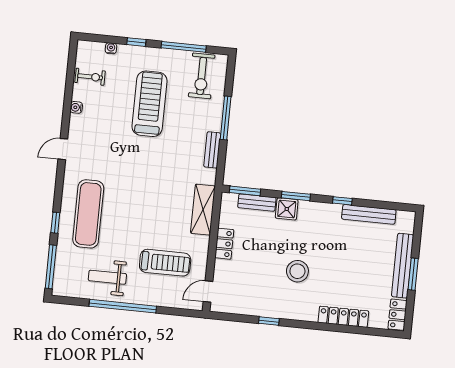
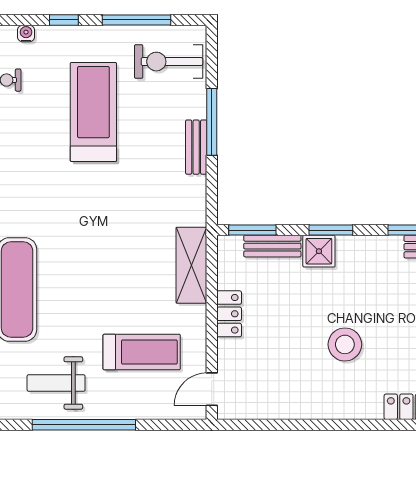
exercise bike: (202, 76) -> (169, 62), turned 90
bench: (212, 150) -> (196, 147), moved
window: (269, 321) -> (309, 425), removed

